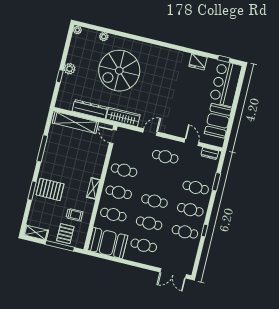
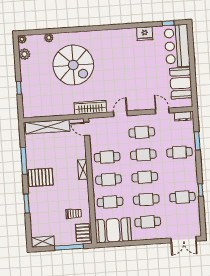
plant: (70, 69) -> (24, 54), moved
spiral stairs: (119, 71) -> (73, 65), turned -90
dresser: (90, 109) -> (57, 110), removed
shelving: (93, 188) -> (83, 170), moved
pallet: (50, 189) -> (41, 177), moved
cafe table: (190, 210) -> (143, 155), moved
pallet: (65, 234) -> (83, 233), moved

